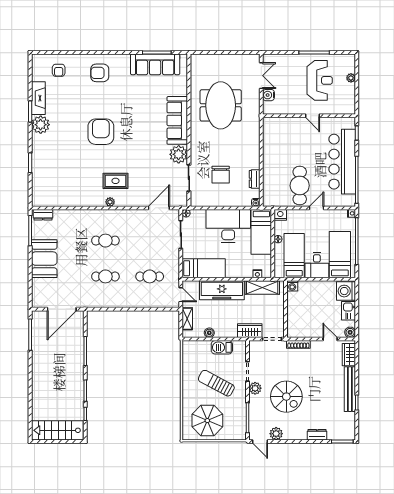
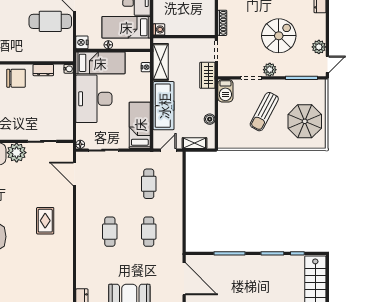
chair: (221, 175) -> (16, 78), moved
plant: (110, 202) -> (68, 227), removed
barbecue: (222, 347) -> (225, 91), moved

